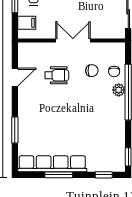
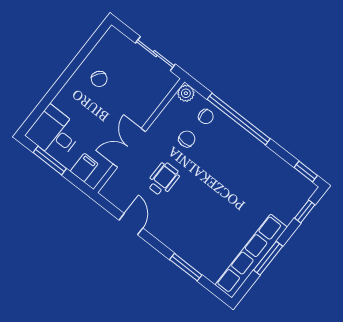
double door: (73, 41) -> (129, 148), moved
plant: (119, 90) -> (186, 93), moved

